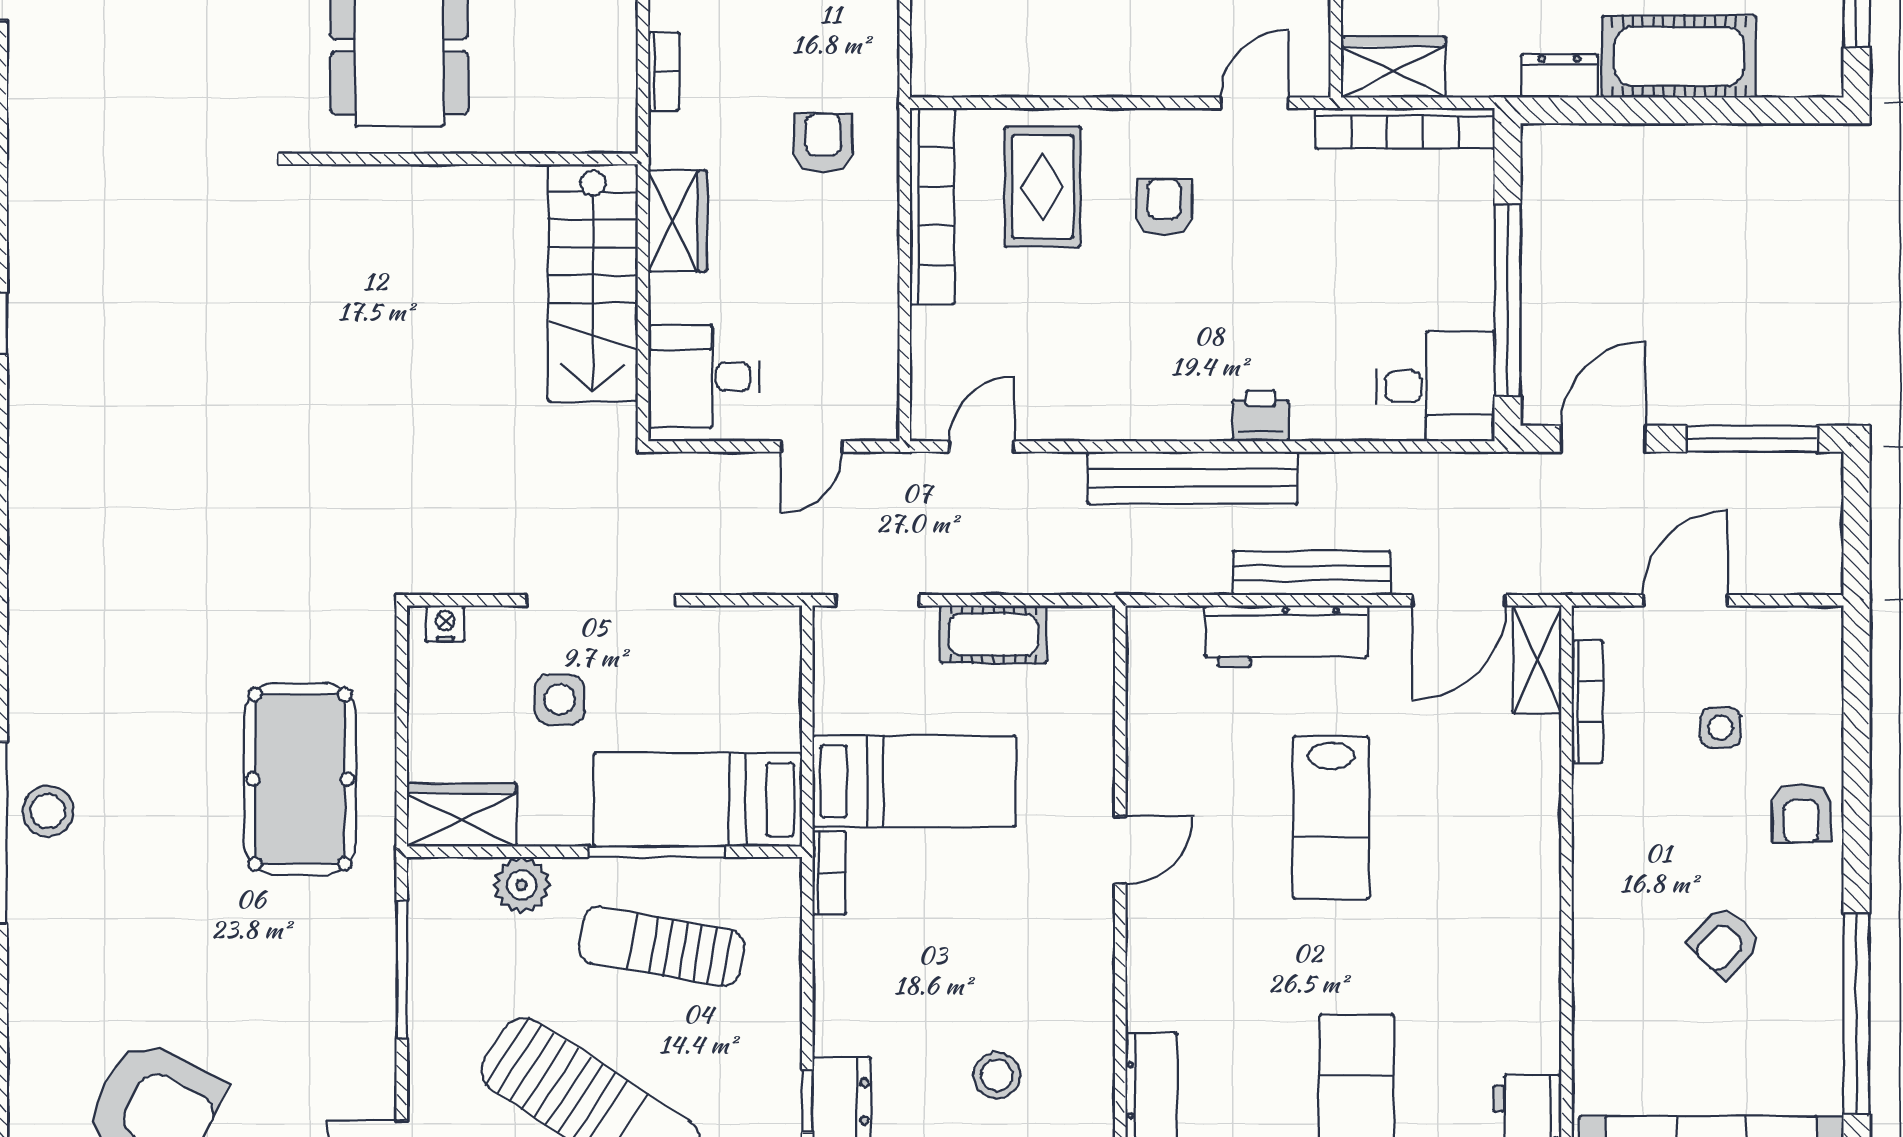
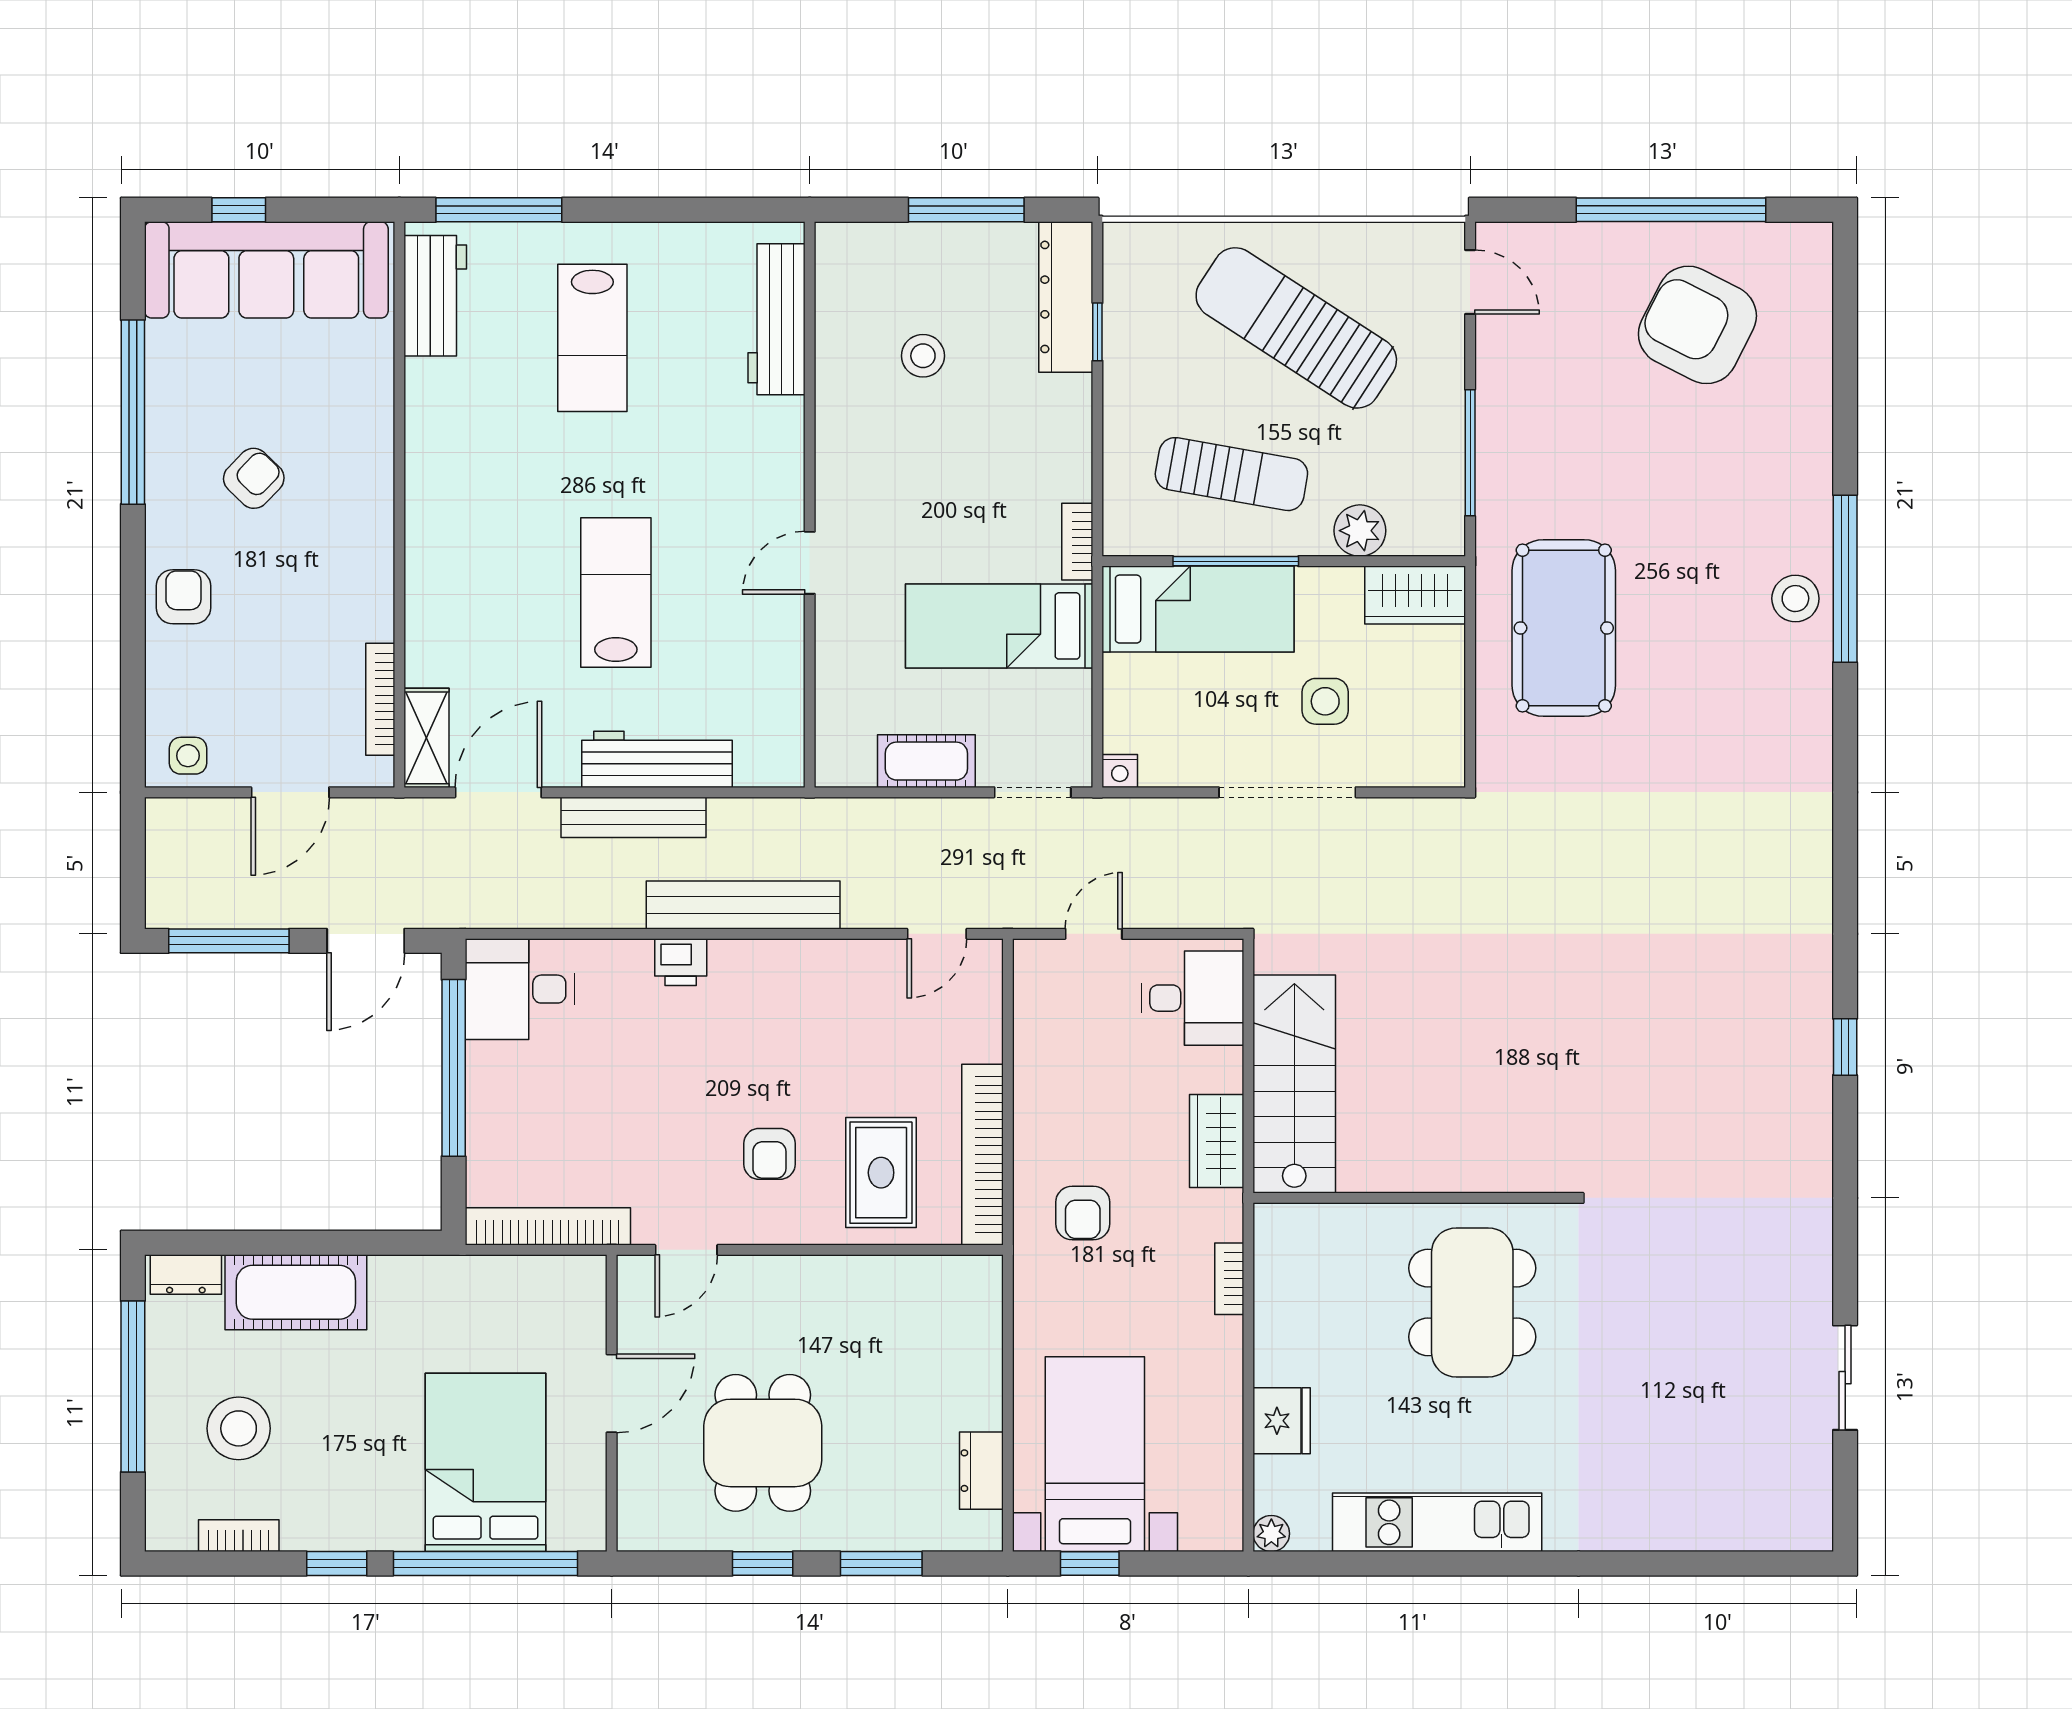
wardrobe: (1393, 67) -> (559, 1283), removed
dresser: (1559, 76) -> (186, 1274), moved
nightstand: (445, 624) -> (1120, 771), moved
side table: (1721, 728) -> (188, 756), moved

